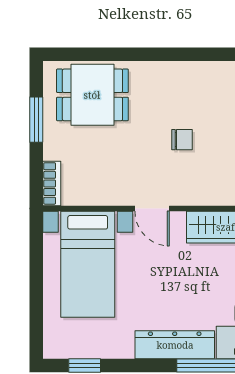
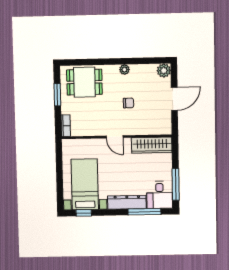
plant: (175, 71) -> (124, 70), added
bed with nightstands: (88, 264) -> (85, 184), moved, turned 180

